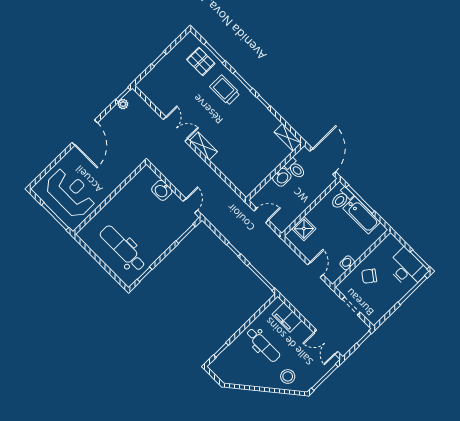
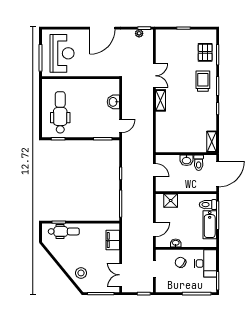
desk: (407, 268) -> (206, 263), moved
dental chair: (263, 345) -> (64, 231), moved, turned -90

